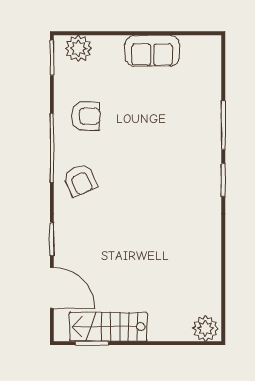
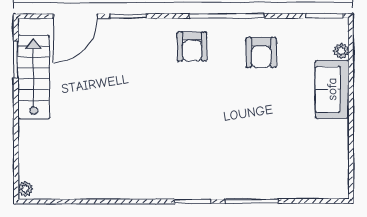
plant: (78, 48) -> (341, 51), width x0.53, depth x0.53
sofa: (152, 51) -> (332, 89), moved
armchair: (80, 180) -> (192, 46), turned -66
plant: (205, 328) -> (25, 189), width x0.53, depth x0.53

